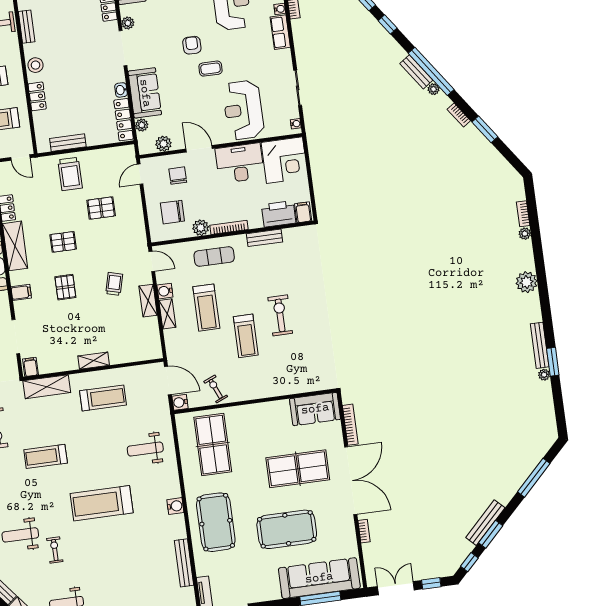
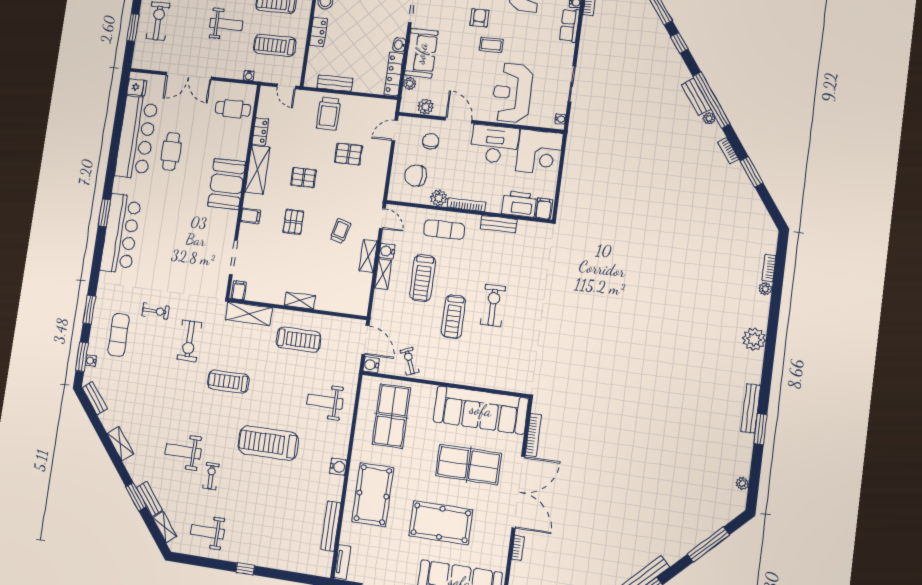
plant: (544, 375) -> (742, 483), moved
sofa: (315, 409) -> (481, 410), width x1.85, depth x1.27

